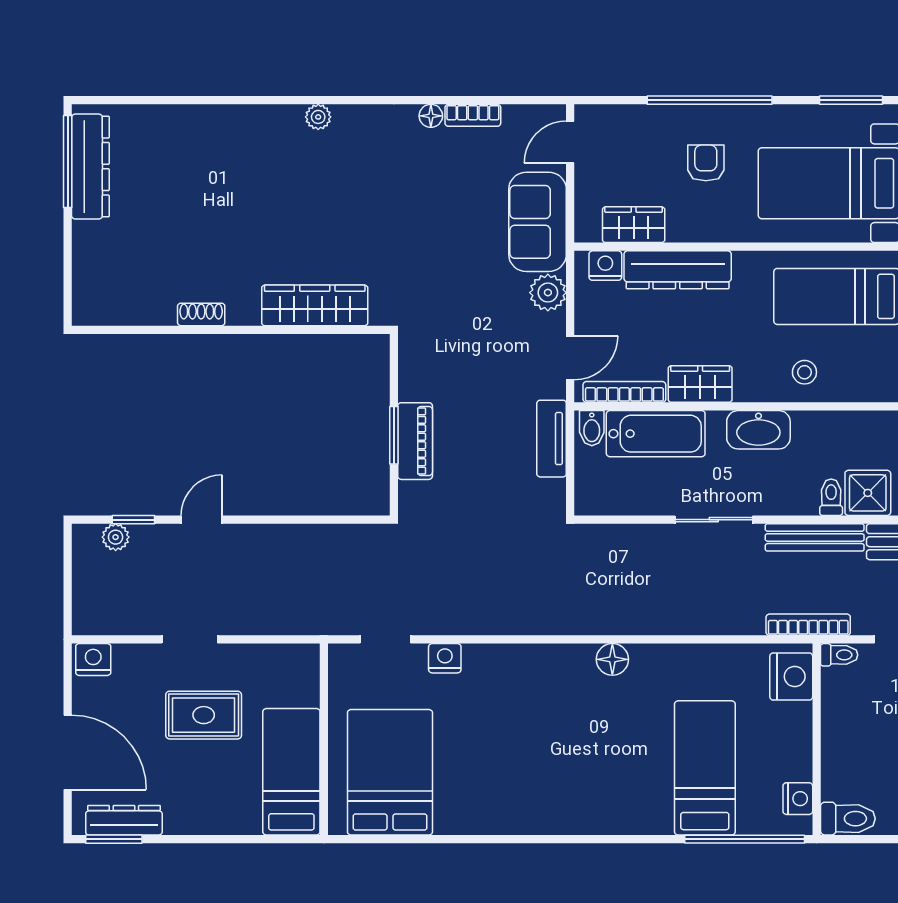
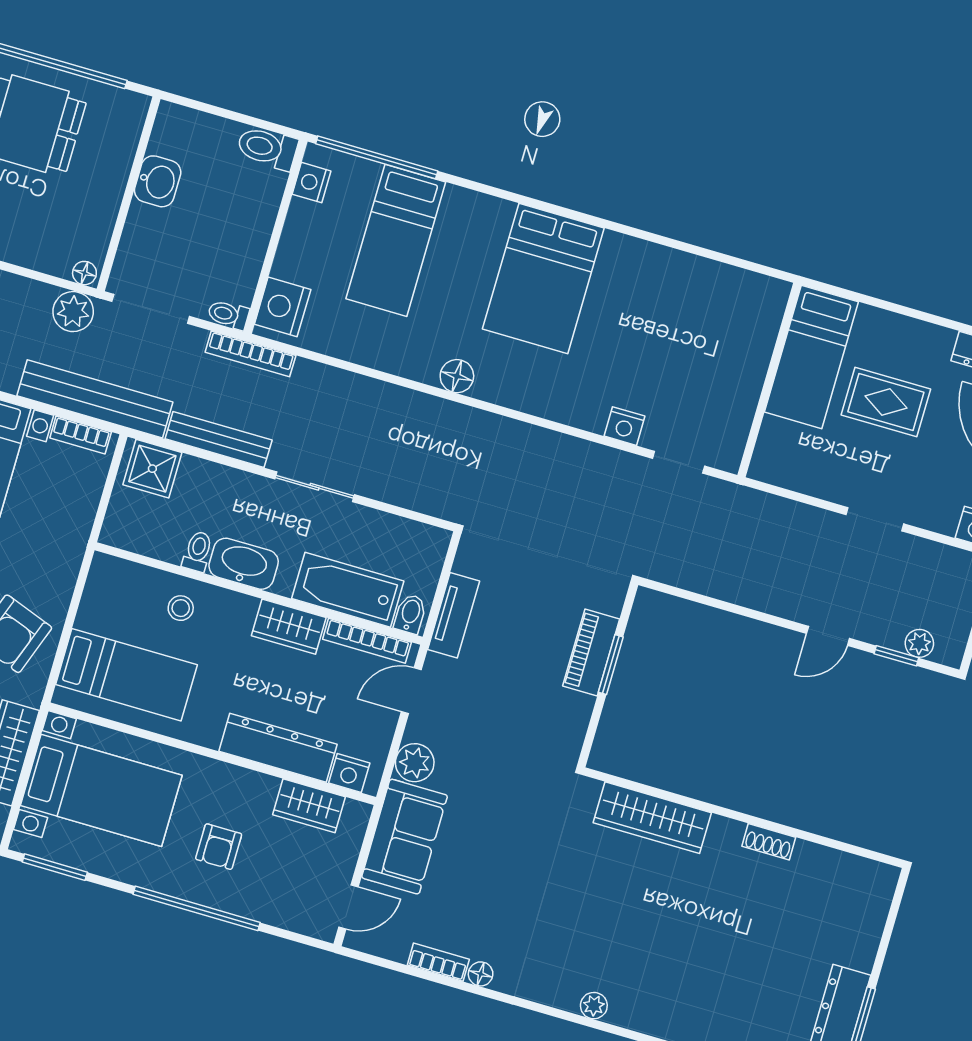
toilet: (831, 497) -> (198, 551), moved, turned 180
rug: (204, 715) -> (886, 402), moved
bed: (390, 772) -> (543, 278), moved

